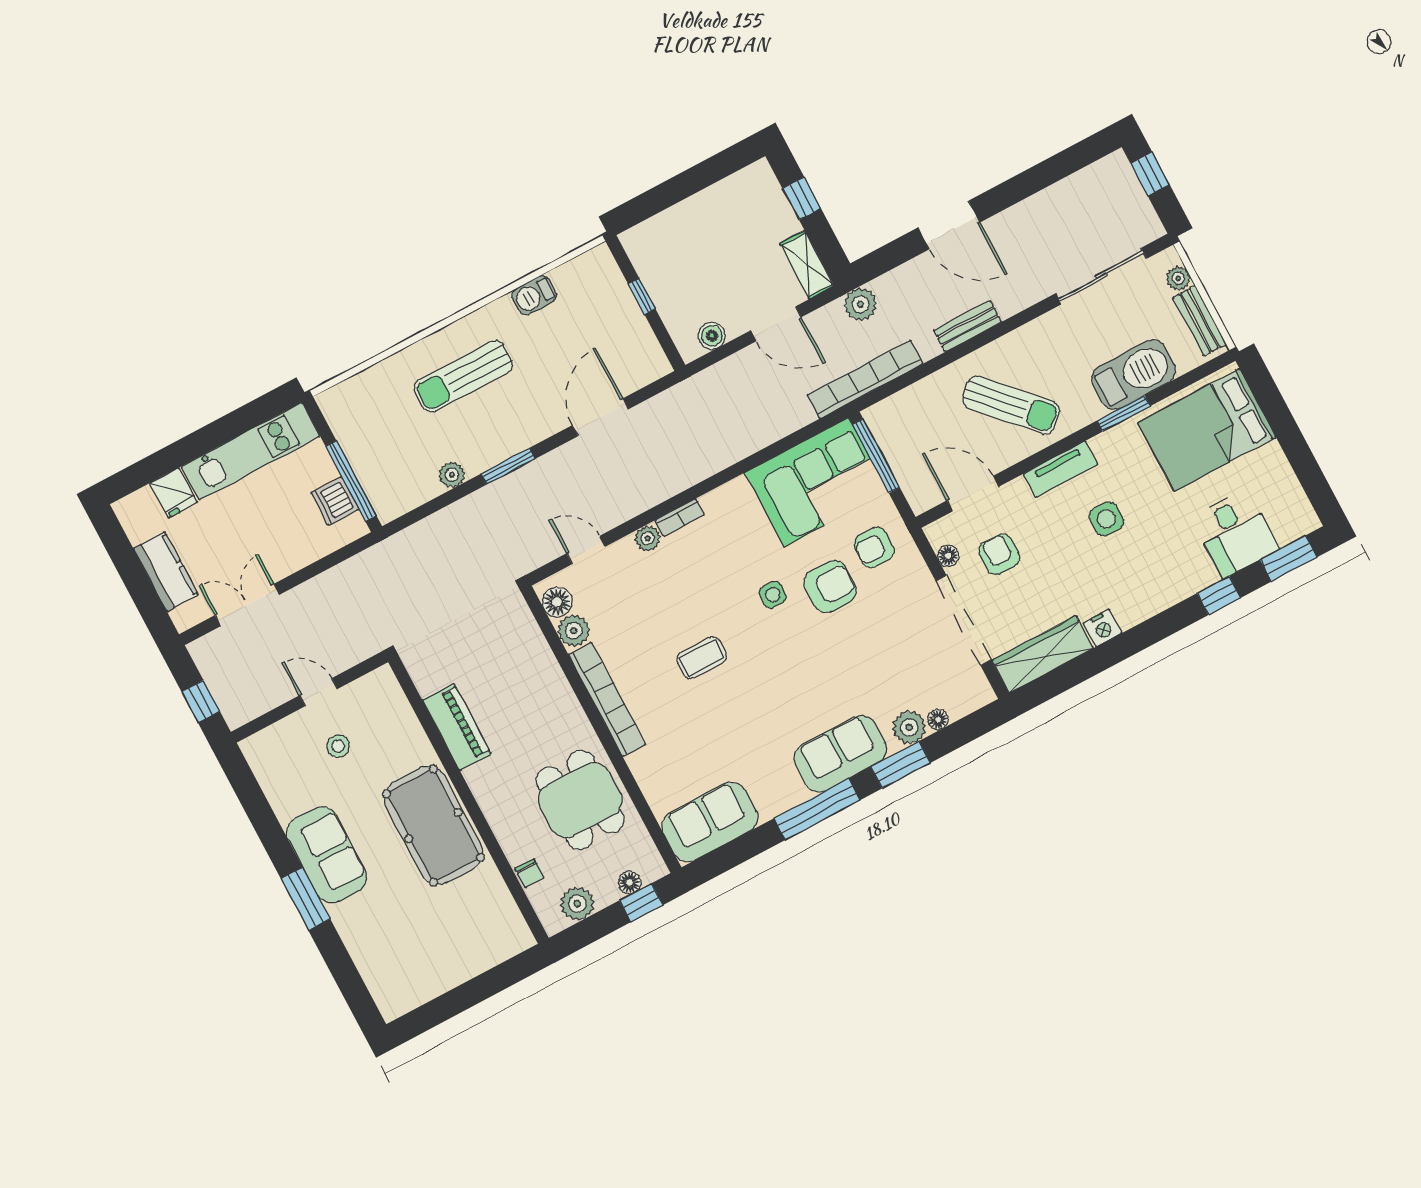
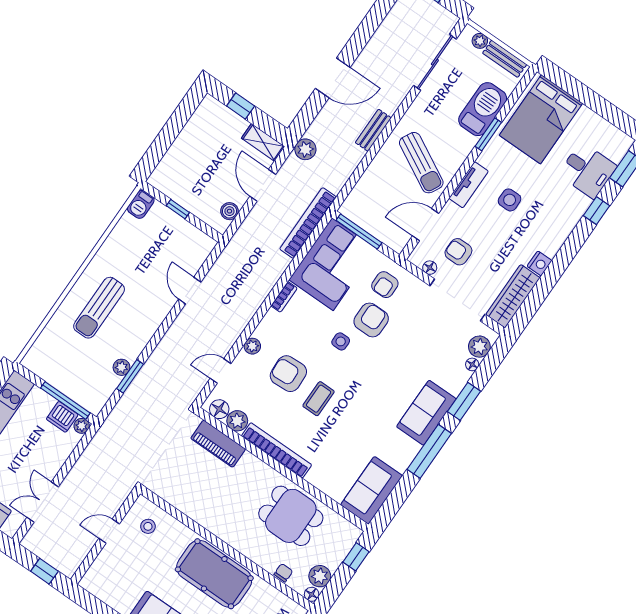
barbecue: (534, 295) -> (141, 204), moved
door: (776, 324) -> (263, 185), swing flipped
bookcase: (865, 379) -> (308, 223), moved
sun lounger: (1011, 405) -> (421, 163), turned 71
door: (600, 417) -> (190, 291), width x0.73
window: (508, 466) -> (130, 376), moved
bookcase: (680, 518) -> (284, 297), moved
plant: (355, 527) -> (82, 426), added
armchair: (678, 602) -> (288, 374), added
piano: (457, 727) -> (218, 444), moved, turned 180
plant: (909, 727) -> (479, 347), moved
stool: (338, 746) -> (148, 526), moved
chair: (530, 873) -> (283, 573), turned -90
floor lamp: (629, 882) -> (312, 594), moved

